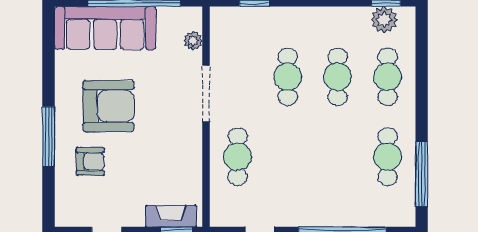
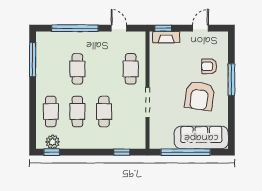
plant: (193, 41) -> (154, 131), removed
armchair: (108, 106) -> (199, 96), turned -82
cafe table: (388, 157) -> (77, 69), moved

